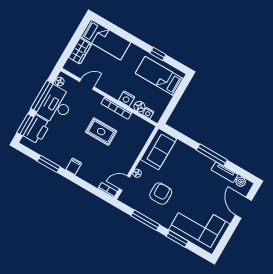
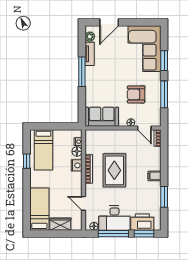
rug: (101, 132) -> (114, 170), width x1.36, depth x1.43

